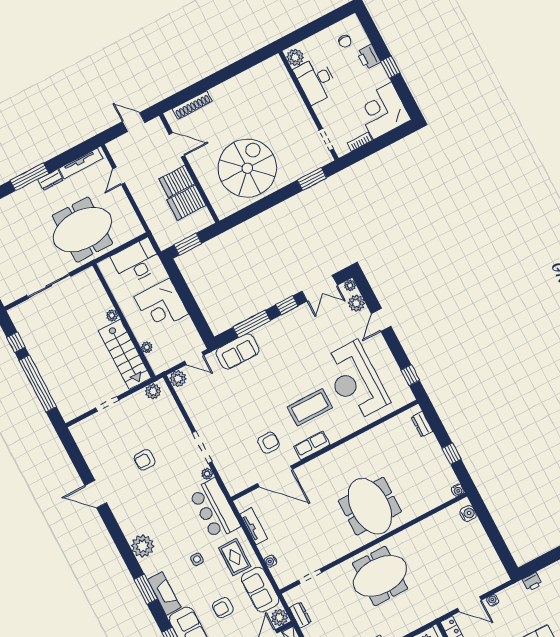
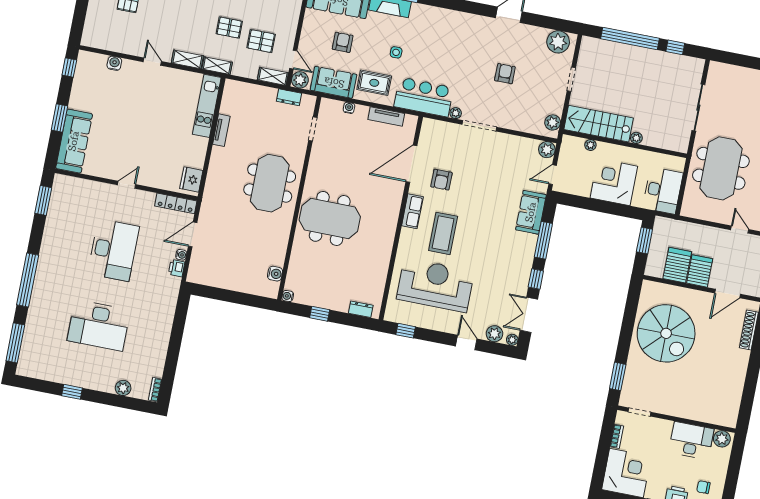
water cooler: (468, 514) -> (275, 274), moved, turned -90
plant: (143, 546) -> (558, 42), moved
printer: (532, 582) -> (177, 268), moved

